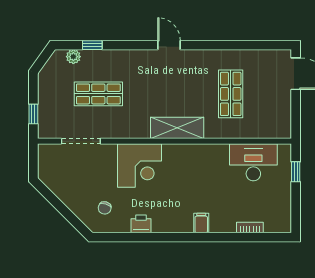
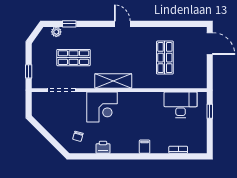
shelving: (177, 128) -> (113, 81), moved

